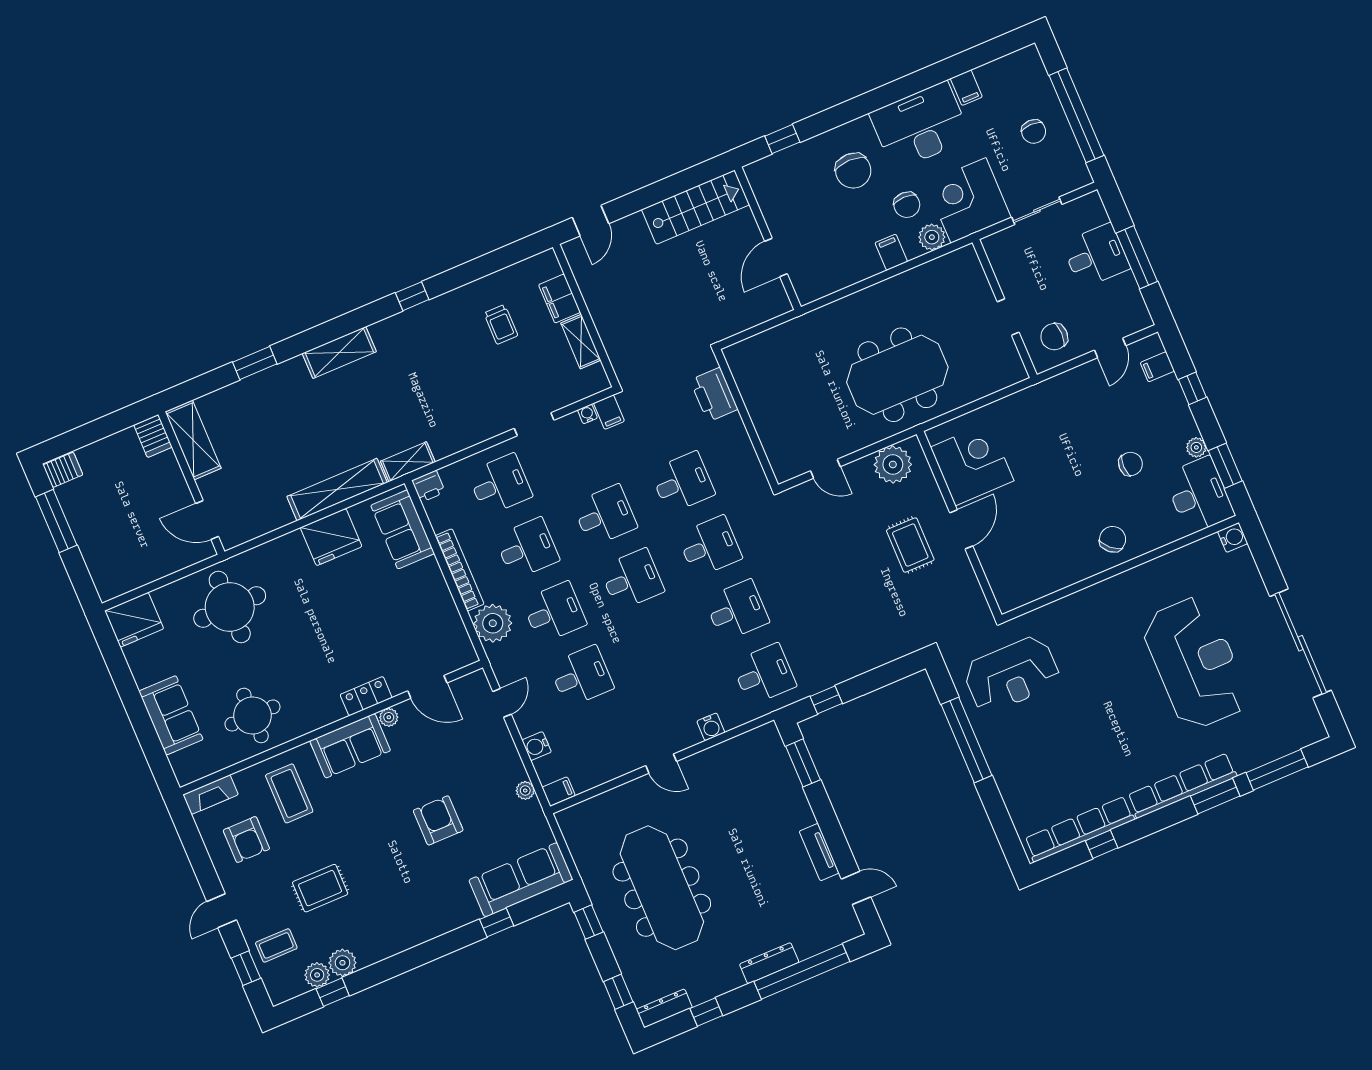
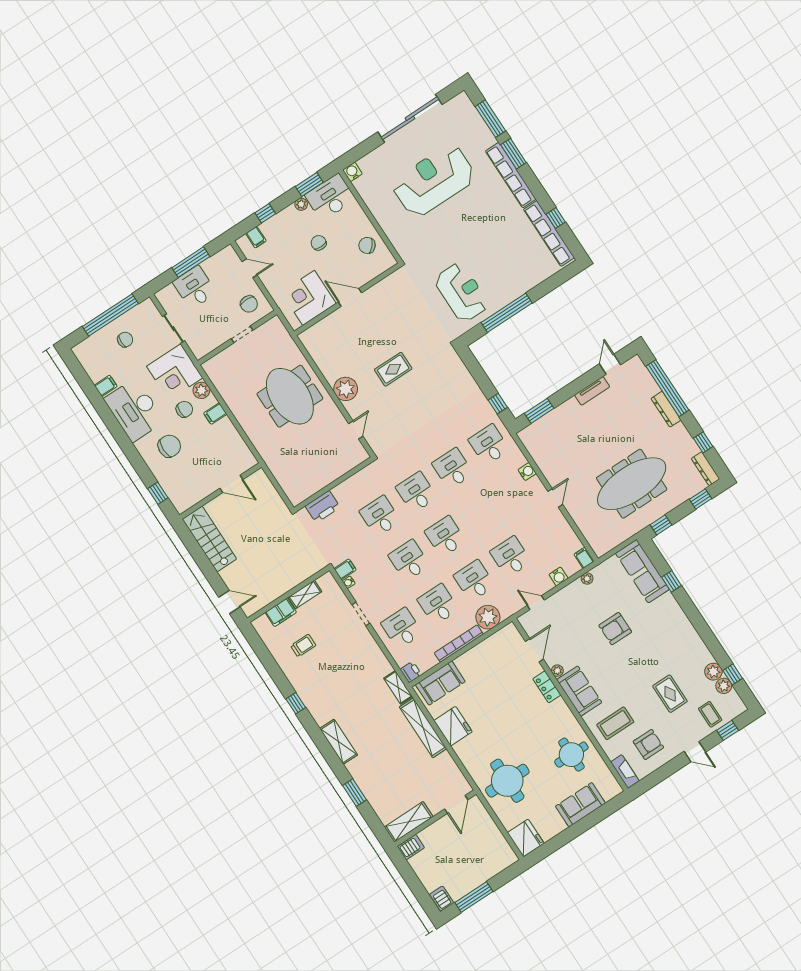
corner desk: (972, 464) -> (309, 298), moved
wall: (959, 524) -> (347, 299), moved
door: (961, 529) -> (350, 297), moved

